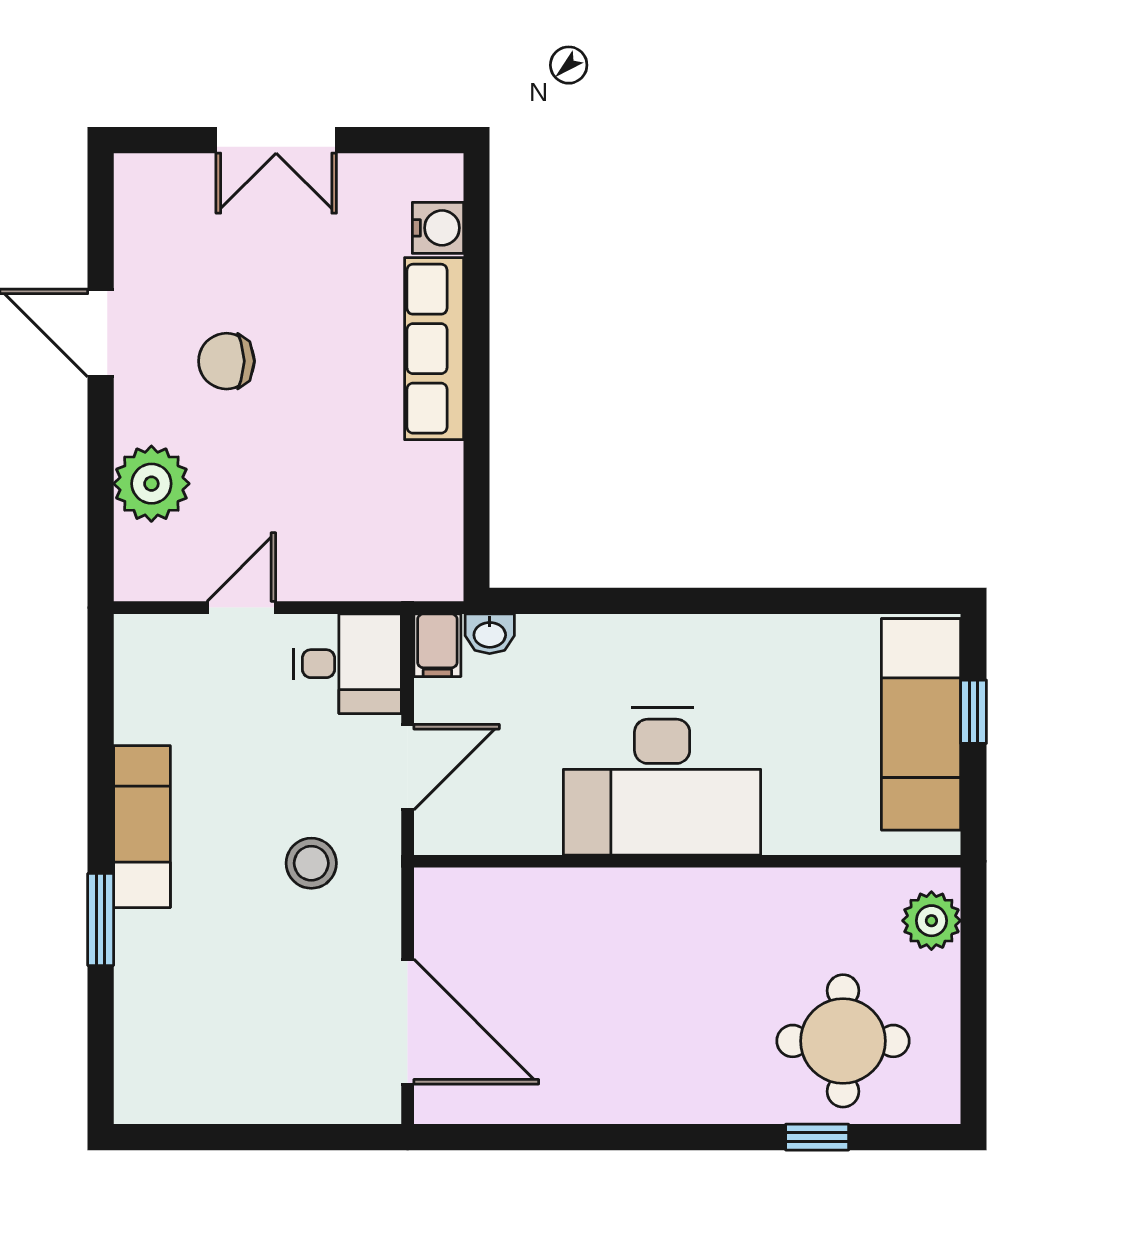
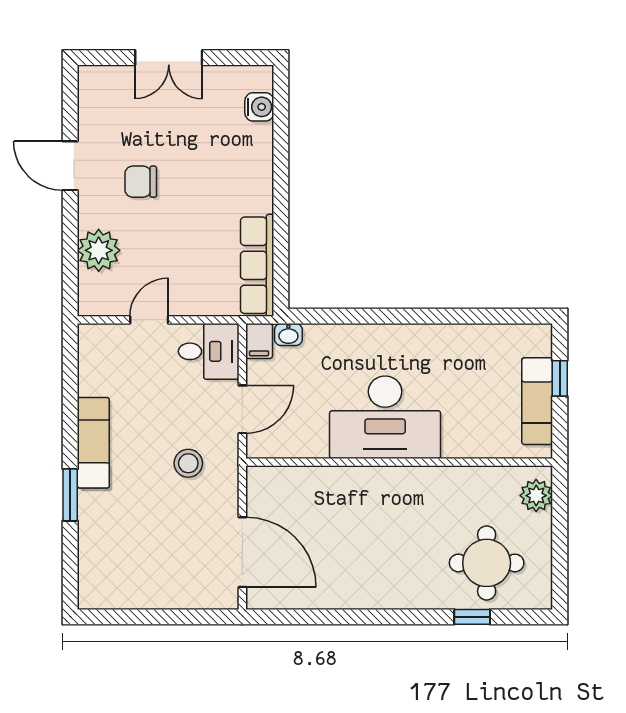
row of seats: (434, 349) -> (257, 265), moved
exam couch: (921, 724) -> (537, 401), width x0.73, depth x0.69

